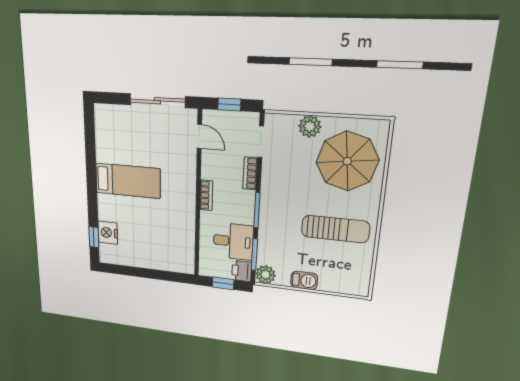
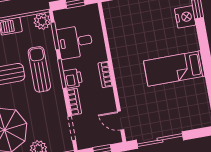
sun lounger: (283, 223) -> (39, 69), added
printer: (242, 271) -> (73, 78), moved

